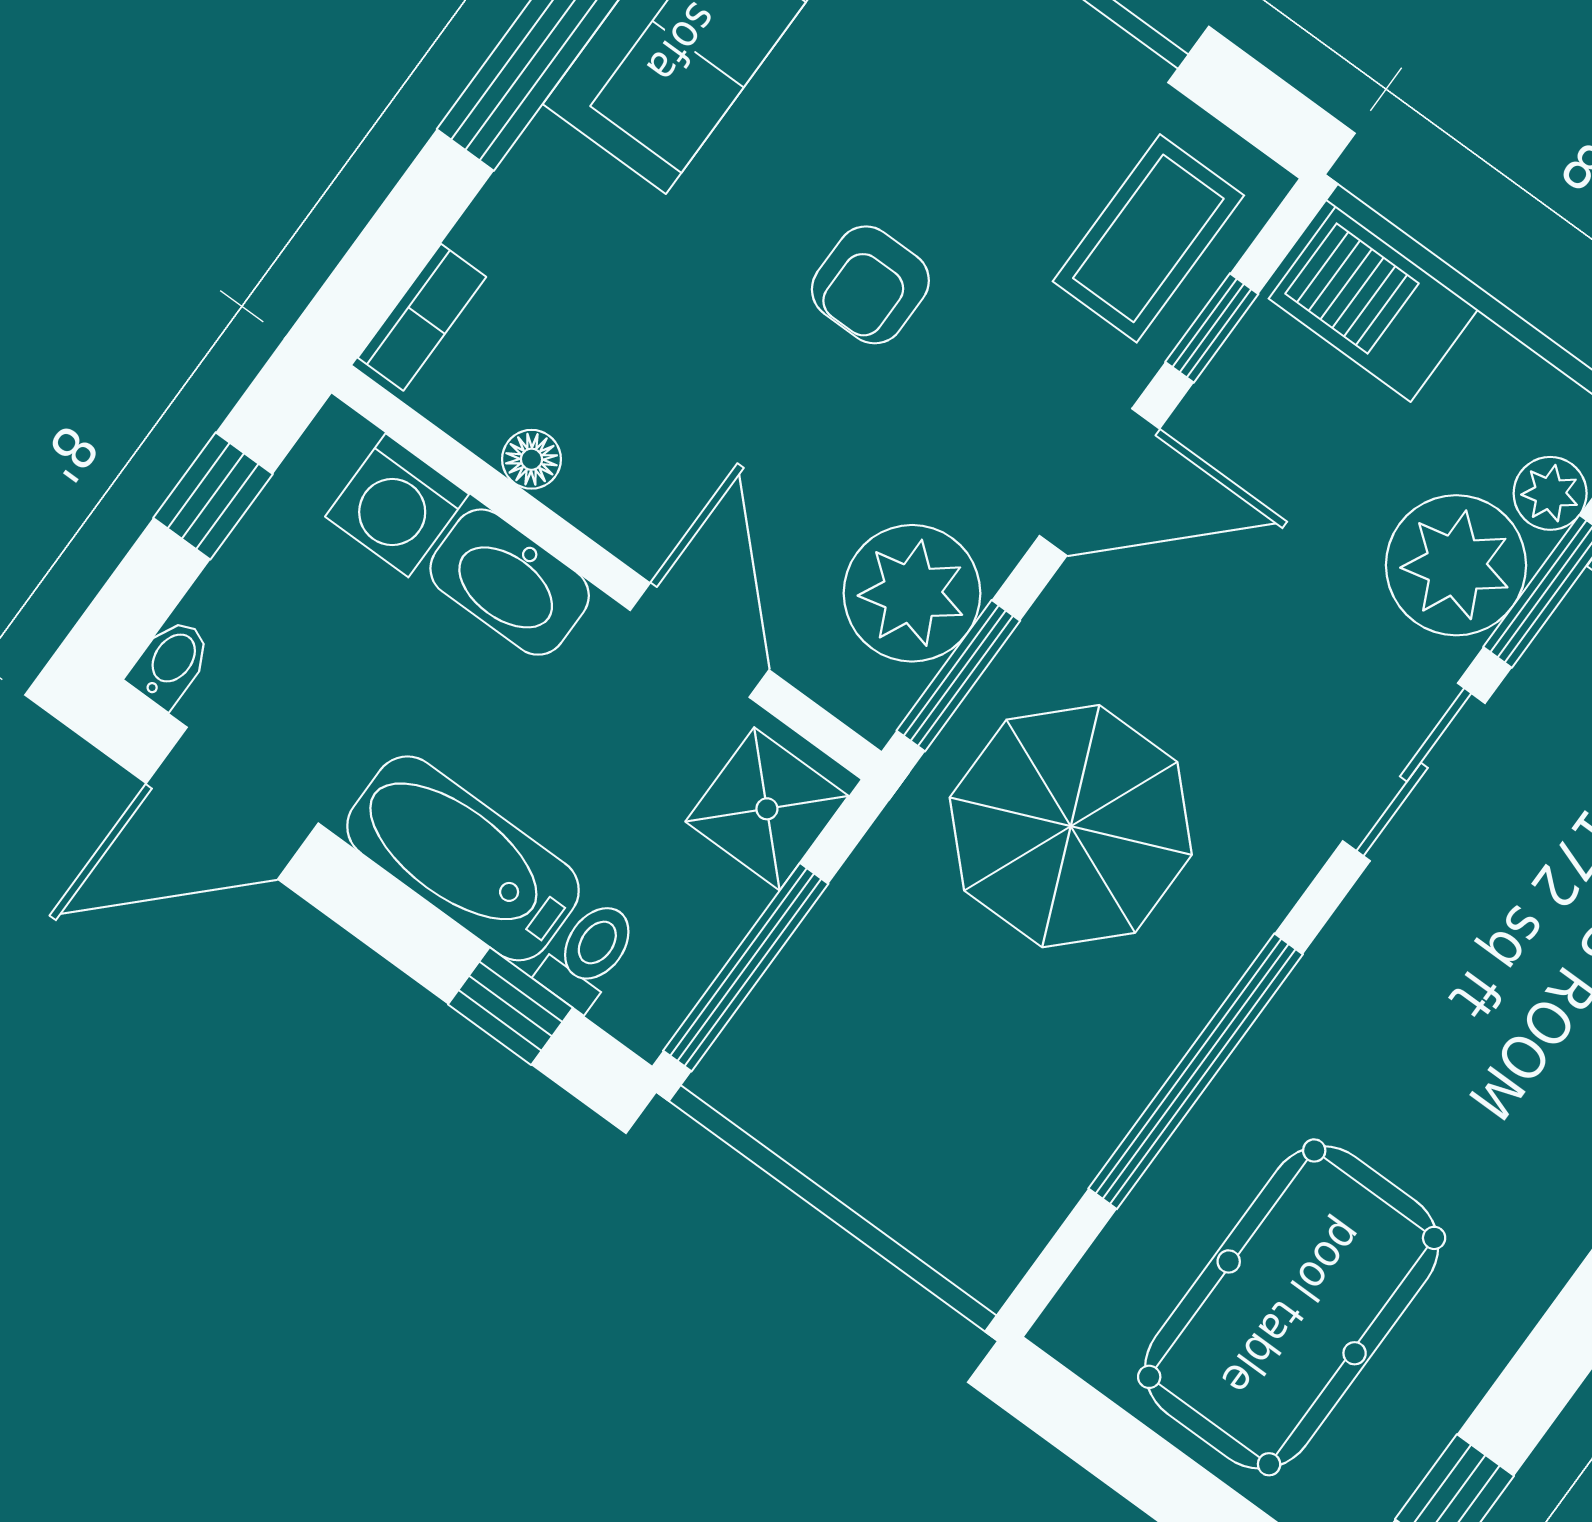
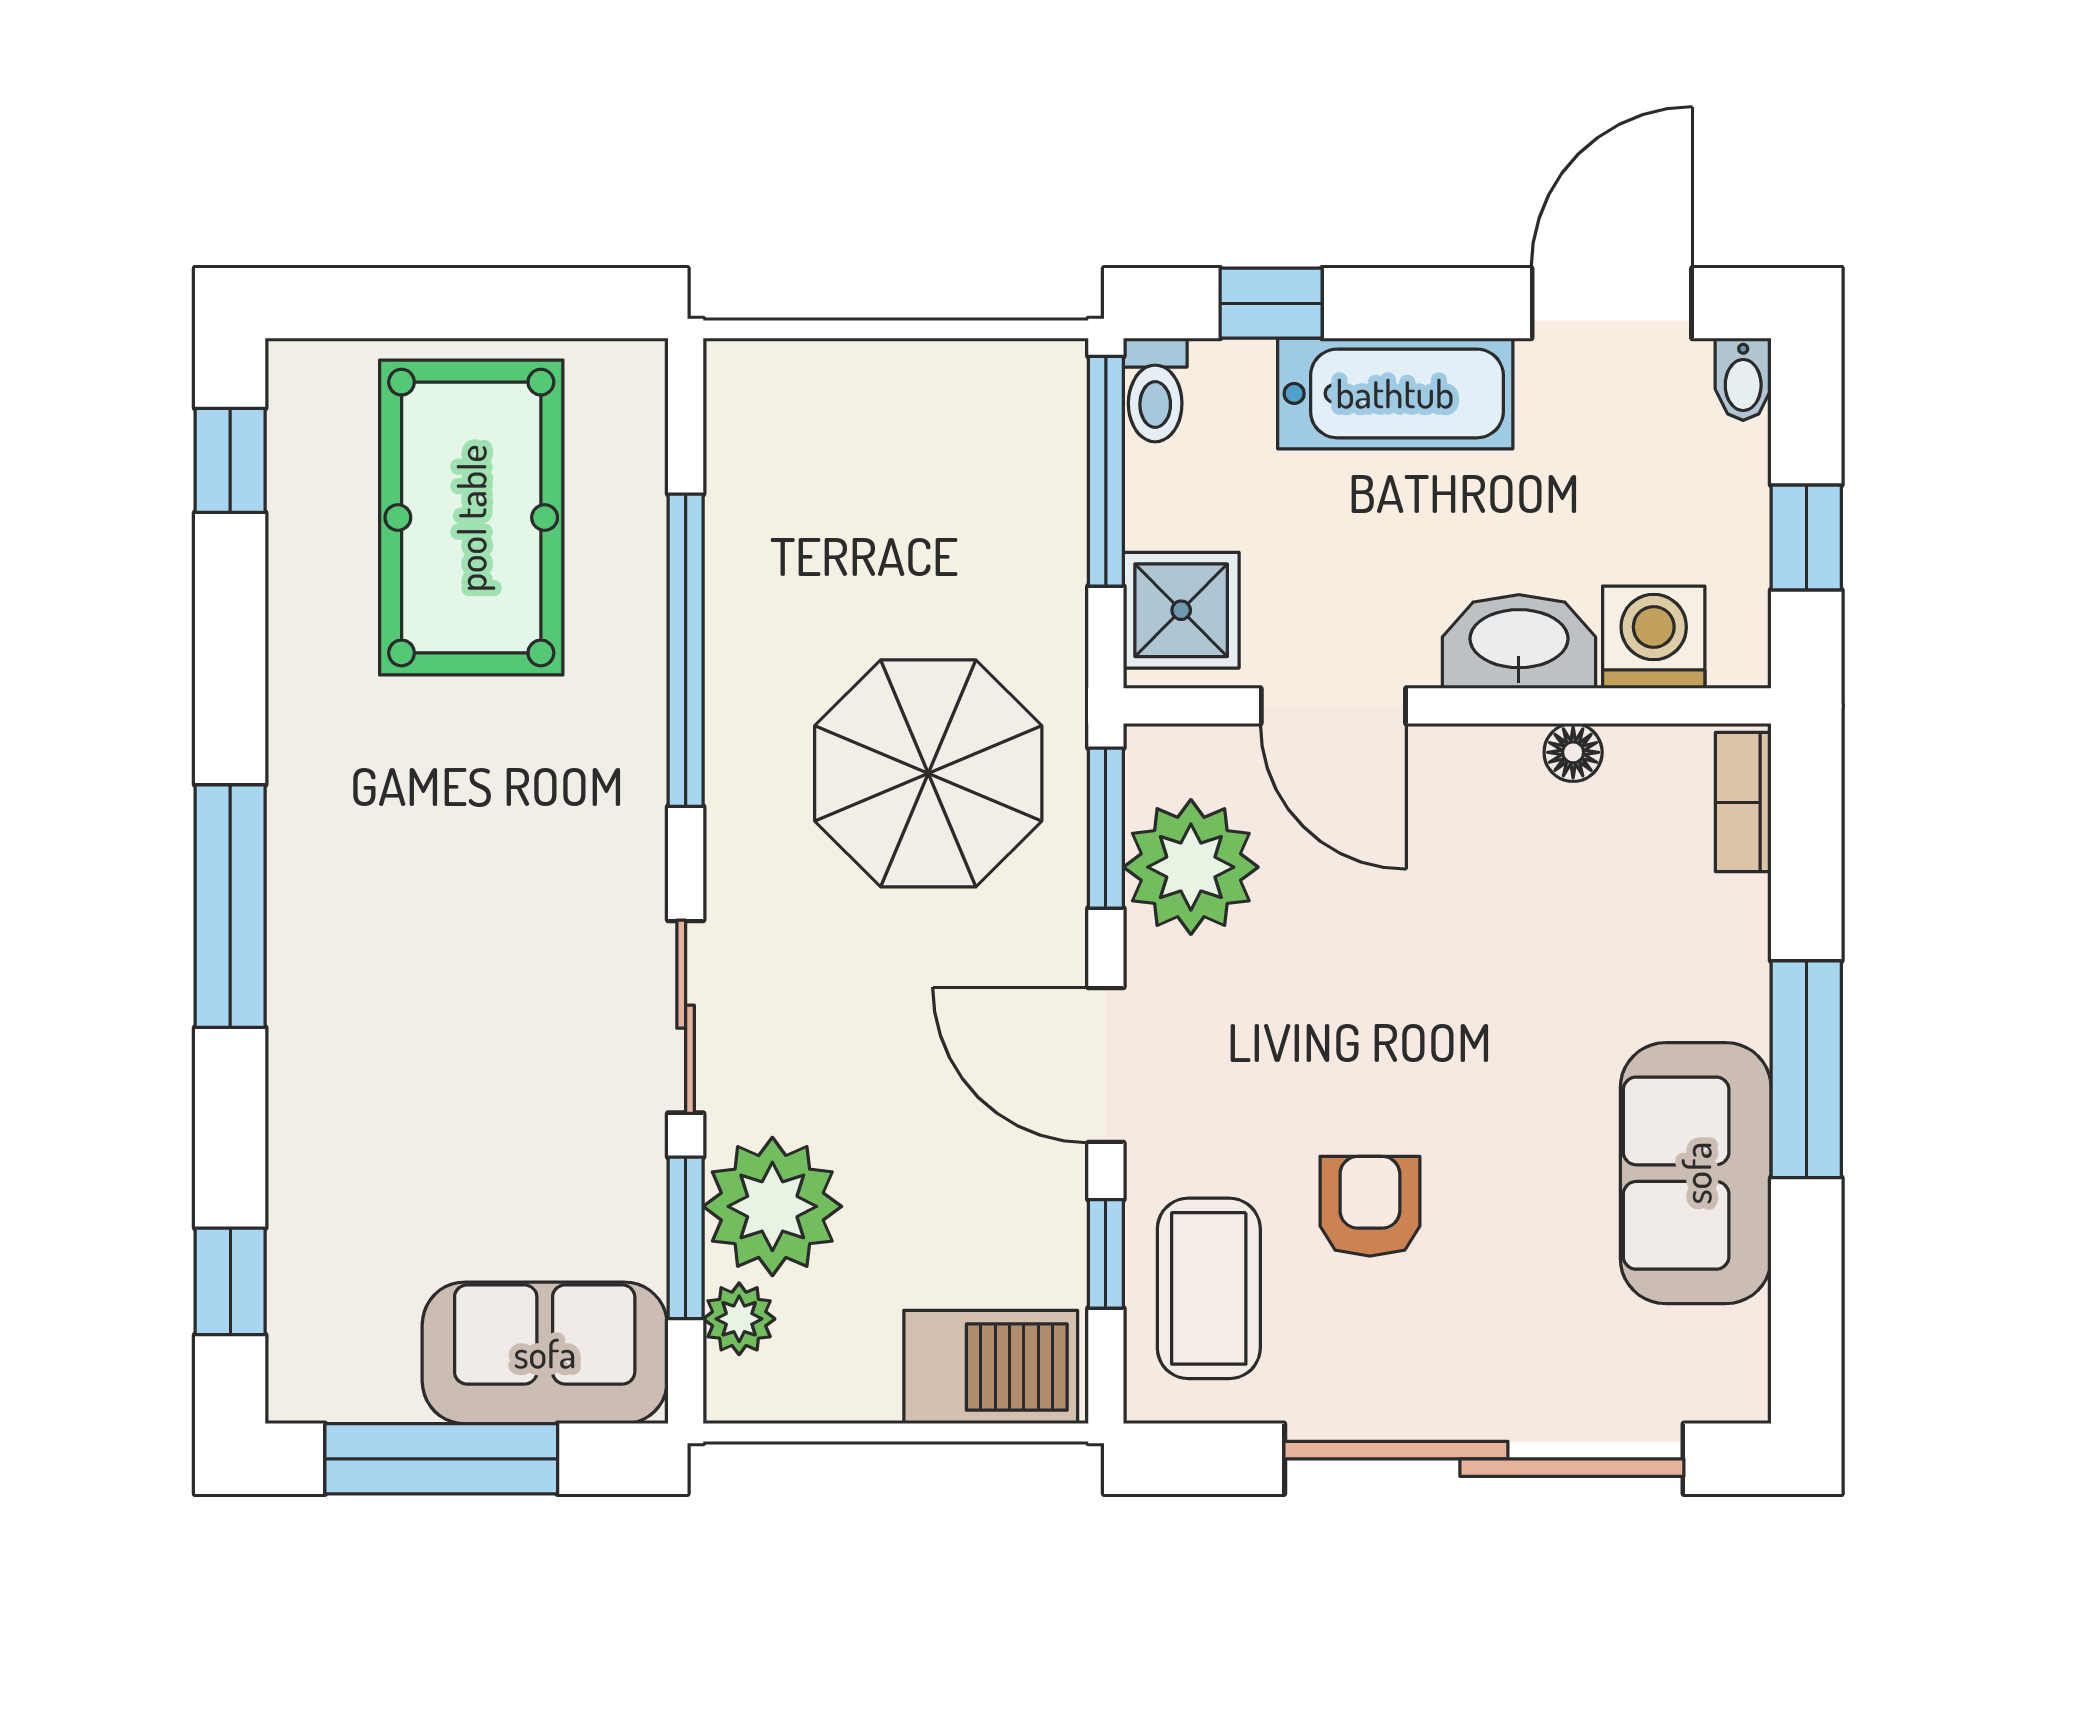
armchair: (870, 285) -> (1370, 1206), moved
door: (1099, 482) -> (1106, 1065), hinge flipped
toilet: (589, 954) -> (1155, 390), moved

